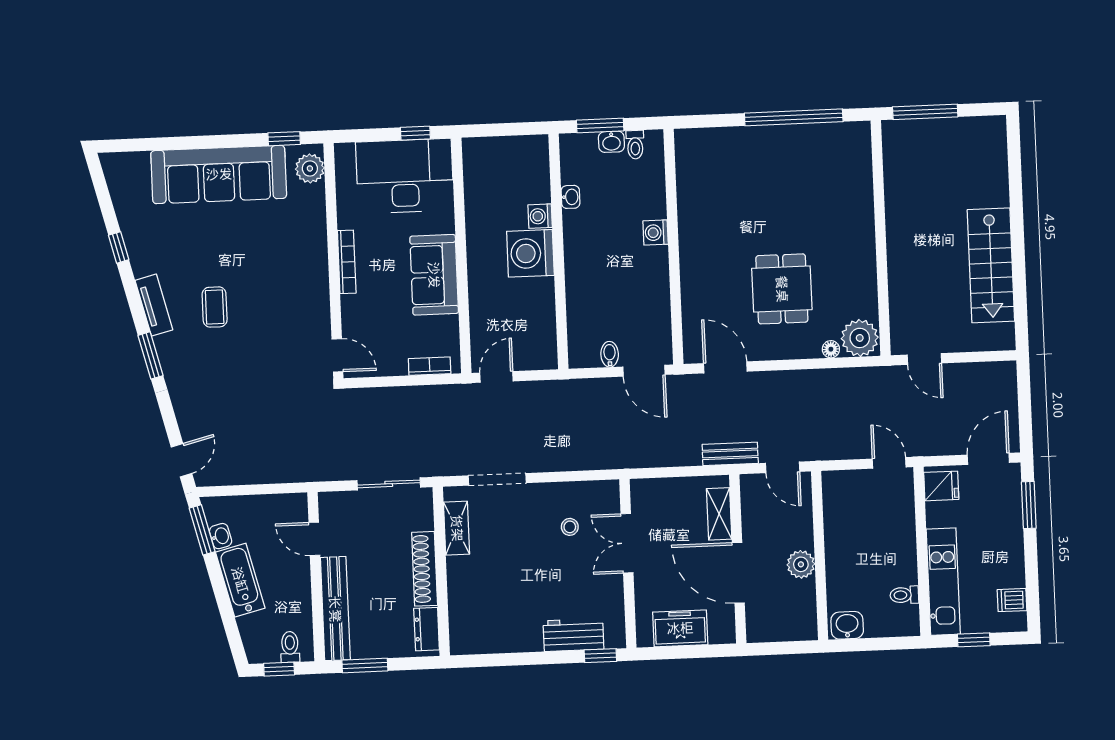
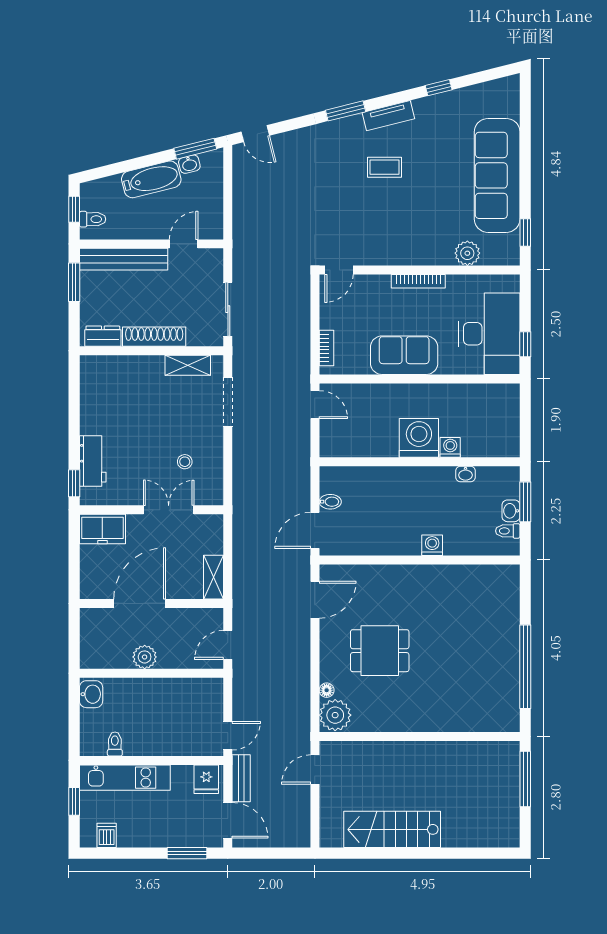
plant: (310, 168) -> (467, 253), moved
bench: (730, 454) -> (241, 778), moved
shelving: (719, 514) -> (214, 577), moved, turned 90
freezer: (680, 628) -> (102, 529), moved, turned 90

